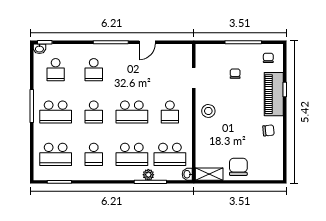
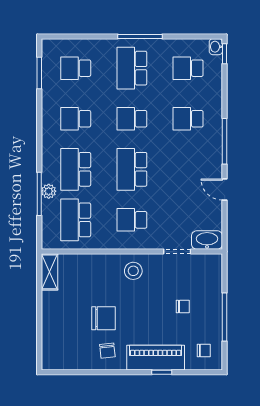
school desk: (56, 154) -> (76, 68), width x0.54
chair: (238, 167) -> (104, 318), moved
washbasin: (187, 174) -> (207, 240), moved, width x1.91, depth x1.45

